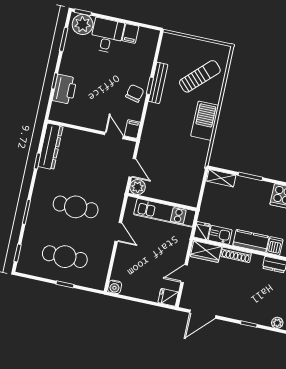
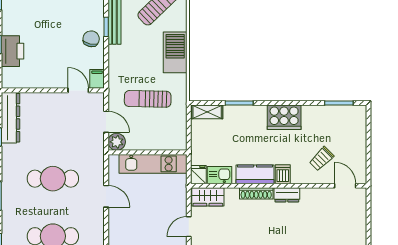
sun lounger: (172, 156) -> (148, 99), added
shoe rack: (236, 255) -> (256, 193), moved

